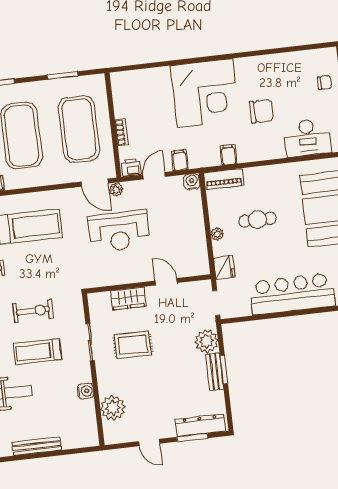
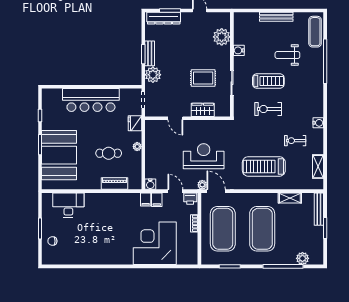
corner desk: (205, 93) -> (155, 243), moved
chair: (261, 111) -> (98, 227), removed
filing cabinet: (229, 155) -> (146, 200), moved
door: (154, 176) -> (175, 191), swing flipped
piano: (224, 179) -> (115, 184), moved

